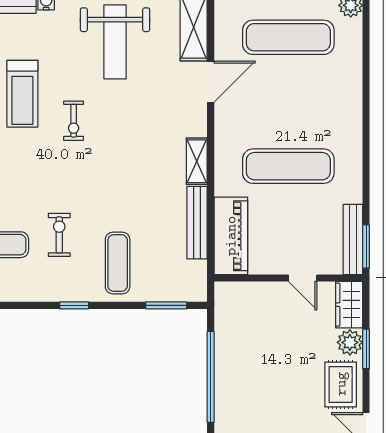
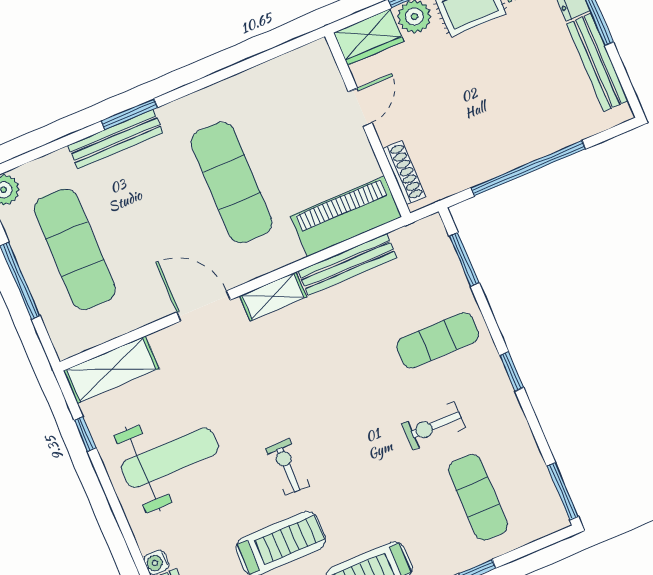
door: (211, 82) -> (204, 306), moved
exercise bike: (74, 121) -> (287, 467), turned -90
bench: (353, 239) -> (115, 139), moved
window: (366, 247) -> (129, 114), moved
shoe rack: (244, 289) -> (404, 173), added

